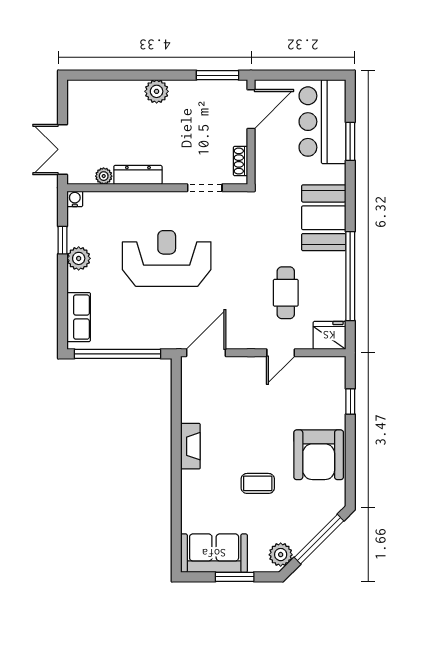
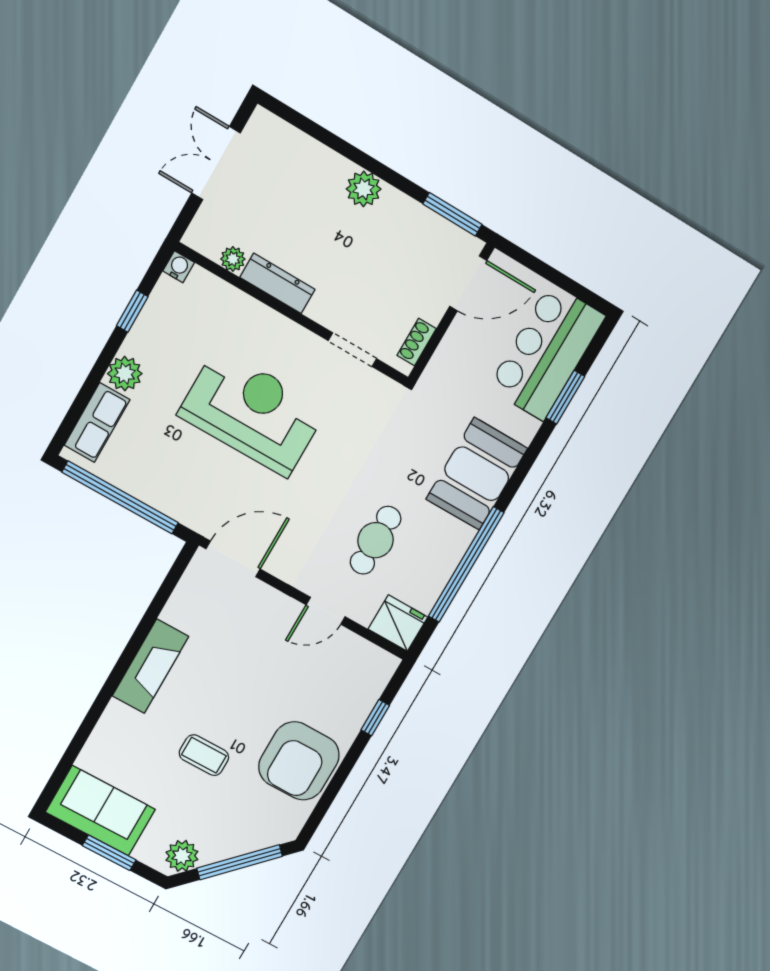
double door: (62, 149) -> (216, 163), moved
plant: (79, 258) -> (125, 374), moved
fireplace: (190, 446) -> (150, 666), width x1.37, depth x1.32

